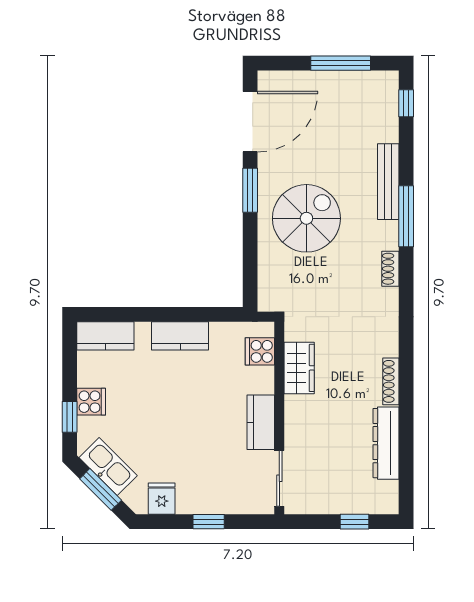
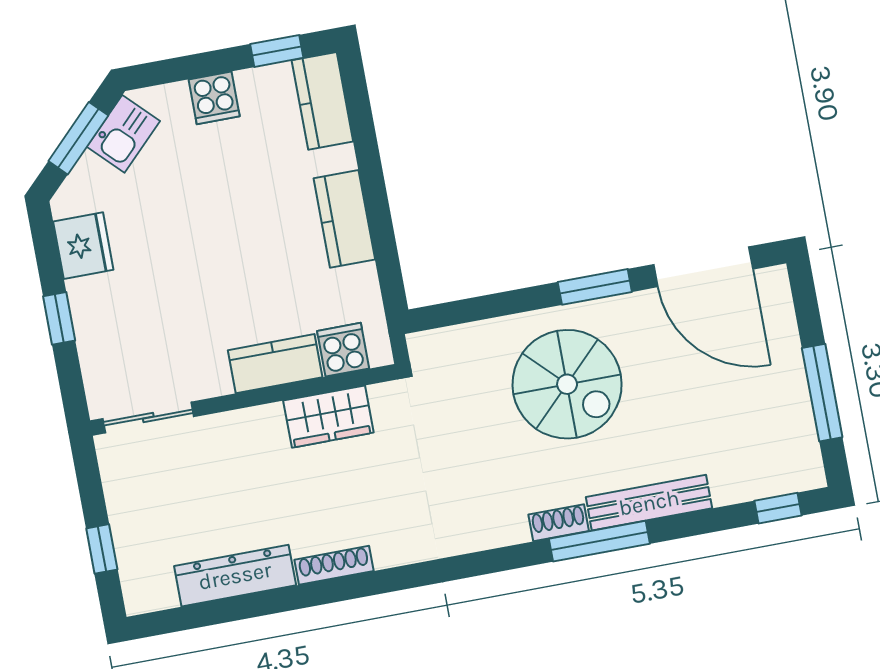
shoe rack: (390, 269) -> (559, 523), moved
window: (70, 417) -> (277, 51), moved
kitchen counter: (261, 422) -> (275, 364), moved
kitchen sink: (108, 467) -> (123, 134), width x0.73
fridge: (162, 499) -> (83, 246), width x1.38

